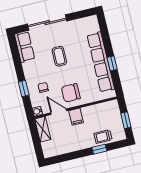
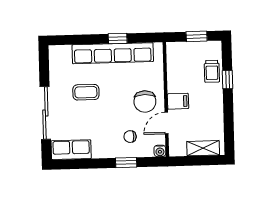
coffee table: (59, 56) -> (86, 92), moved
shelving: (43, 129) -> (203, 148), moved

